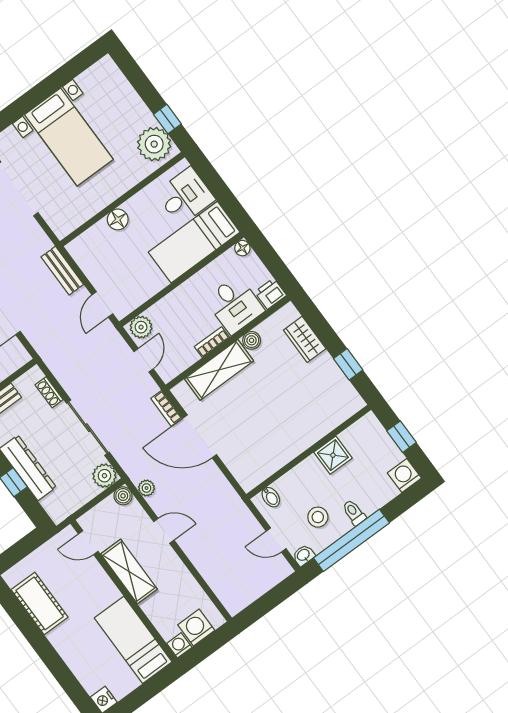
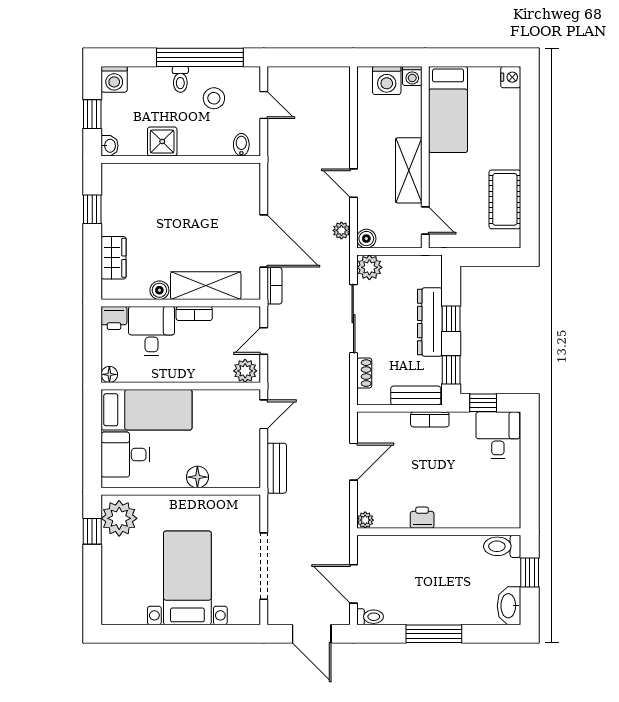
washbasin: (303, 555) -> (110, 146), moved, turned -90

